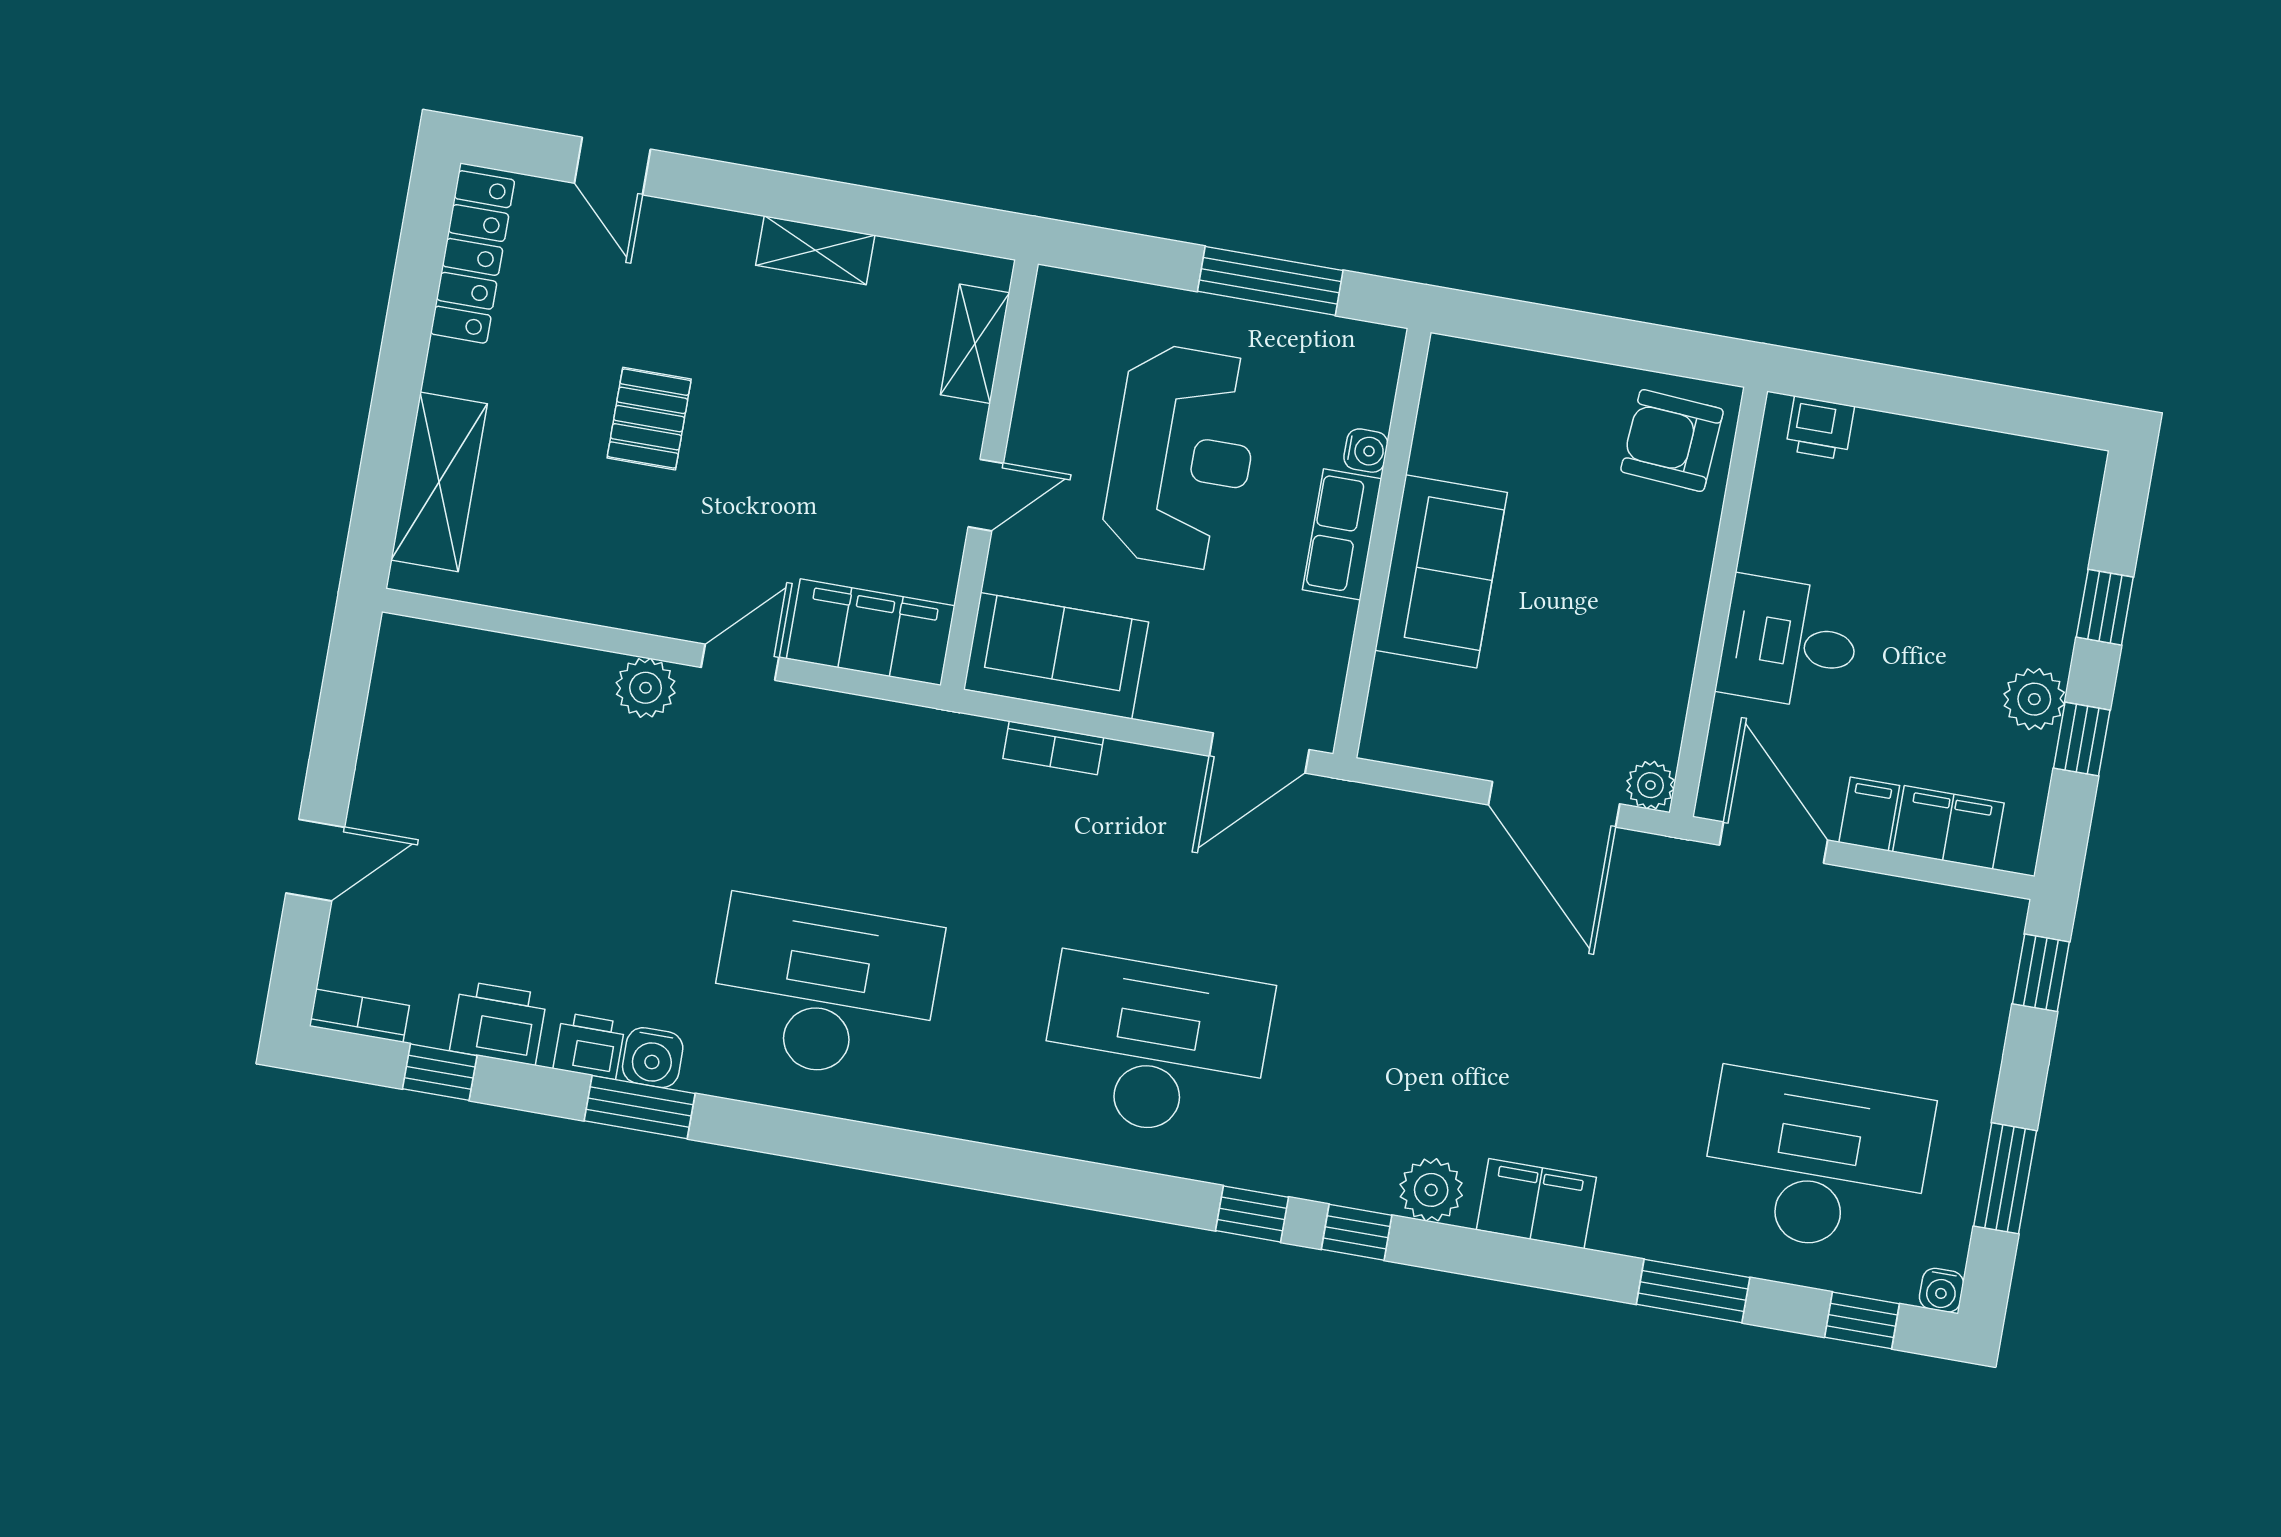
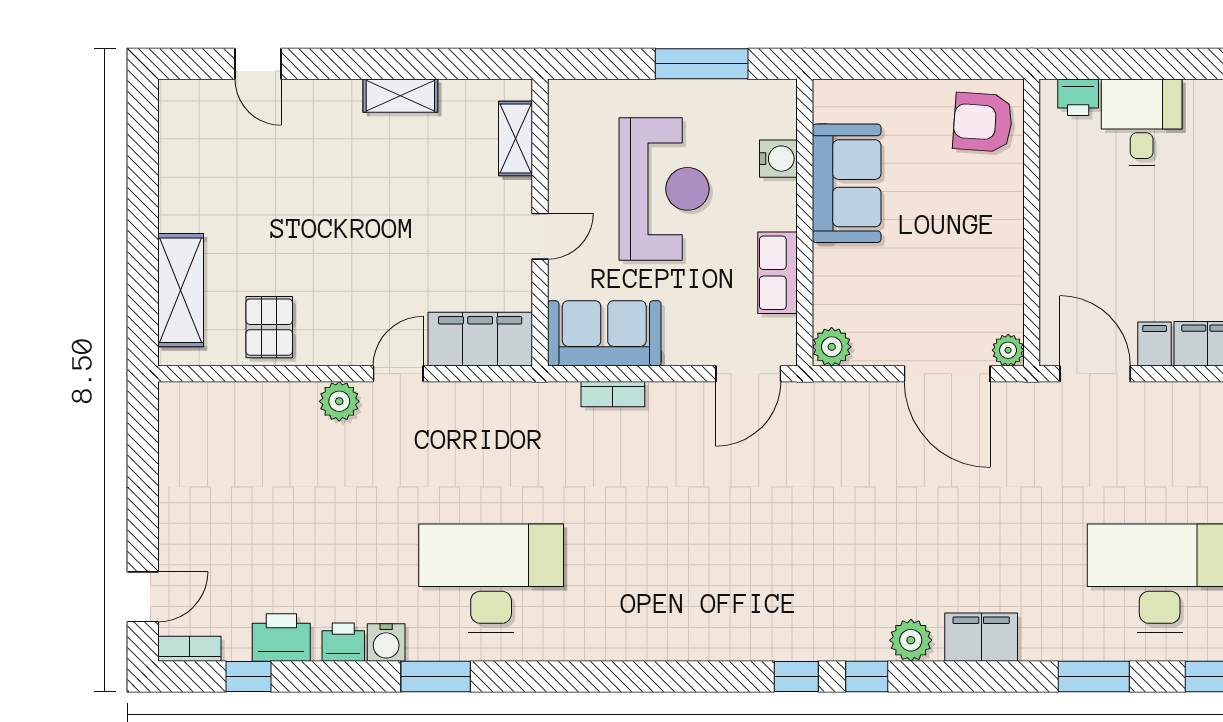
locker: (473, 257) -> (177, 139), removed
pallet: (649, 419) -> (269, 327), moved
water cooler: (1366, 451) -> (778, 159), width x1.38, depth x1.38
row of seats: (1342, 534) -> (778, 273), moved
sofa: (1441, 571) -> (847, 183), moved
desk: (1789, 643) -> (1142, 122), moved, turned 90
plant: (1390, 734) -> (832, 347), added
door: (315, 860) -> (143, 597), moved
desk: (1155, 1047) -> (714, 578), removed
window: (640, 1107) -> (436, 676), moved

